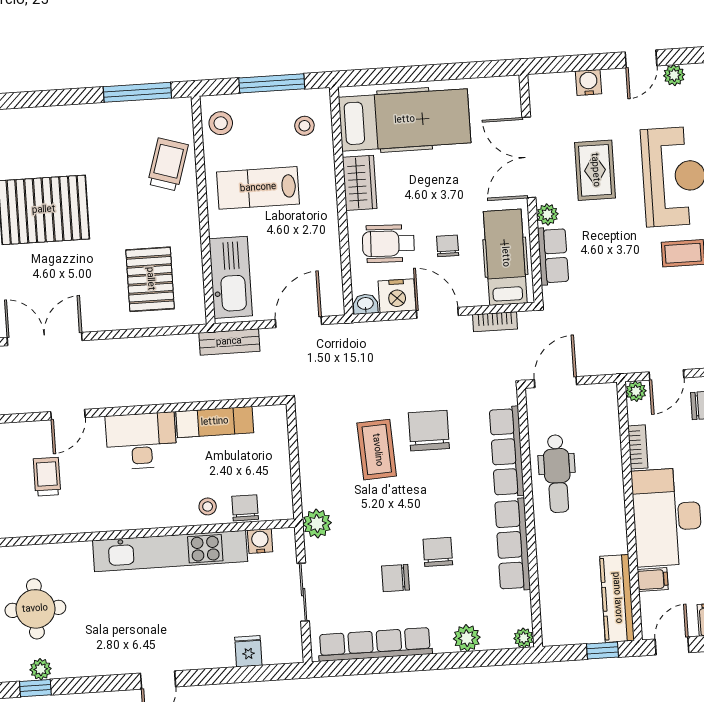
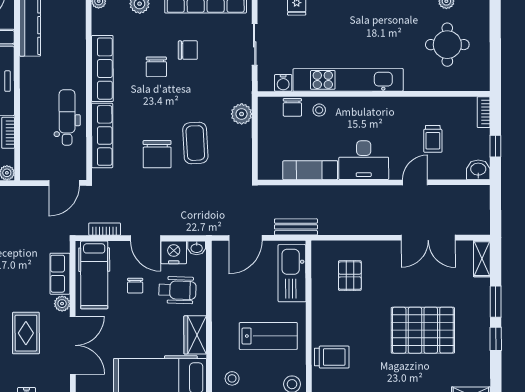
trolley: (168, 164) -> (332, 357), turned -107
pallet: (150, 279) -> (350, 276), width x0.67, depth x0.71
plant: (317, 524) -> (242, 114), moved

